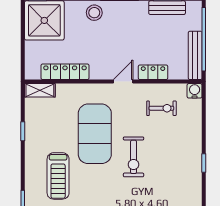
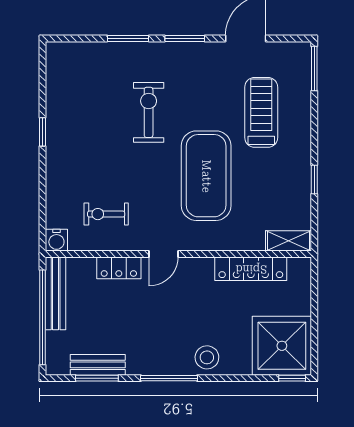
exercise bike: (134, 157) -> (149, 112), moved

